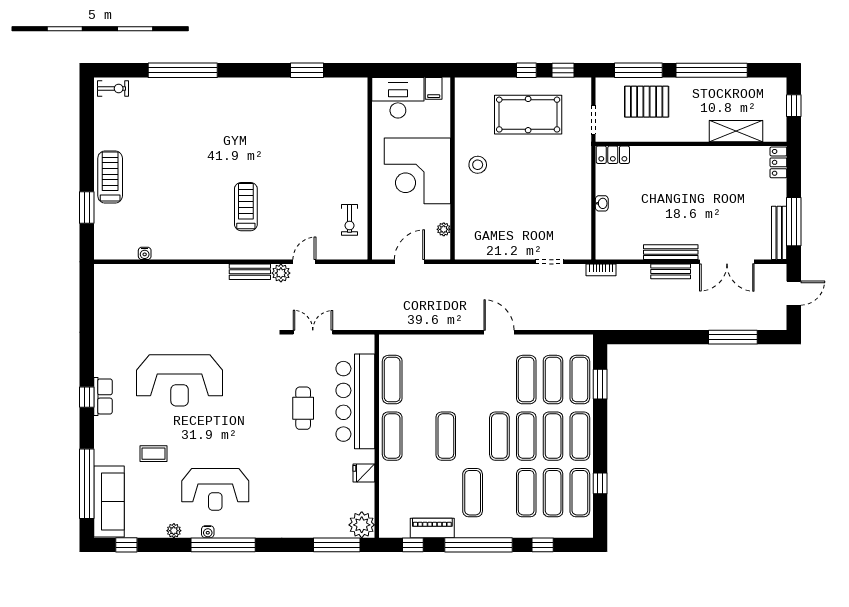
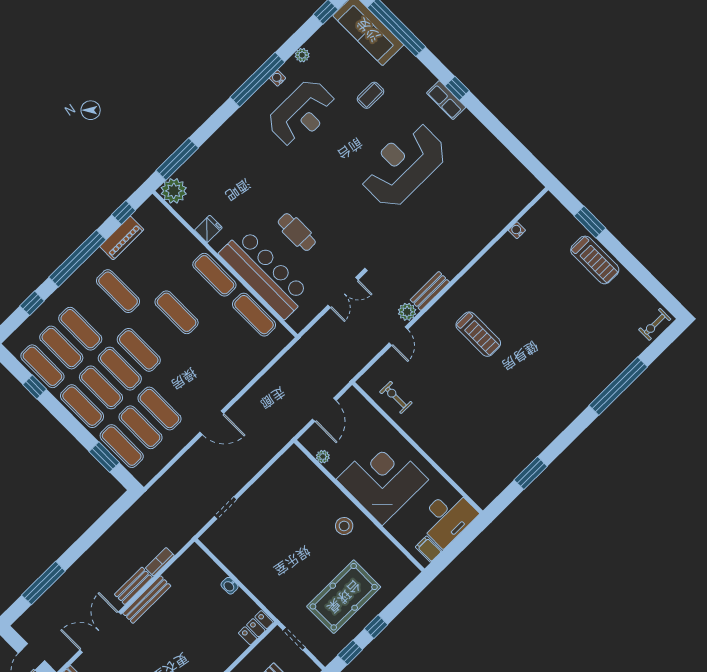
bookcase: (601, 270) -> (160, 562), moved
reception desk: (215, 489) -> (302, 113), turned 180

